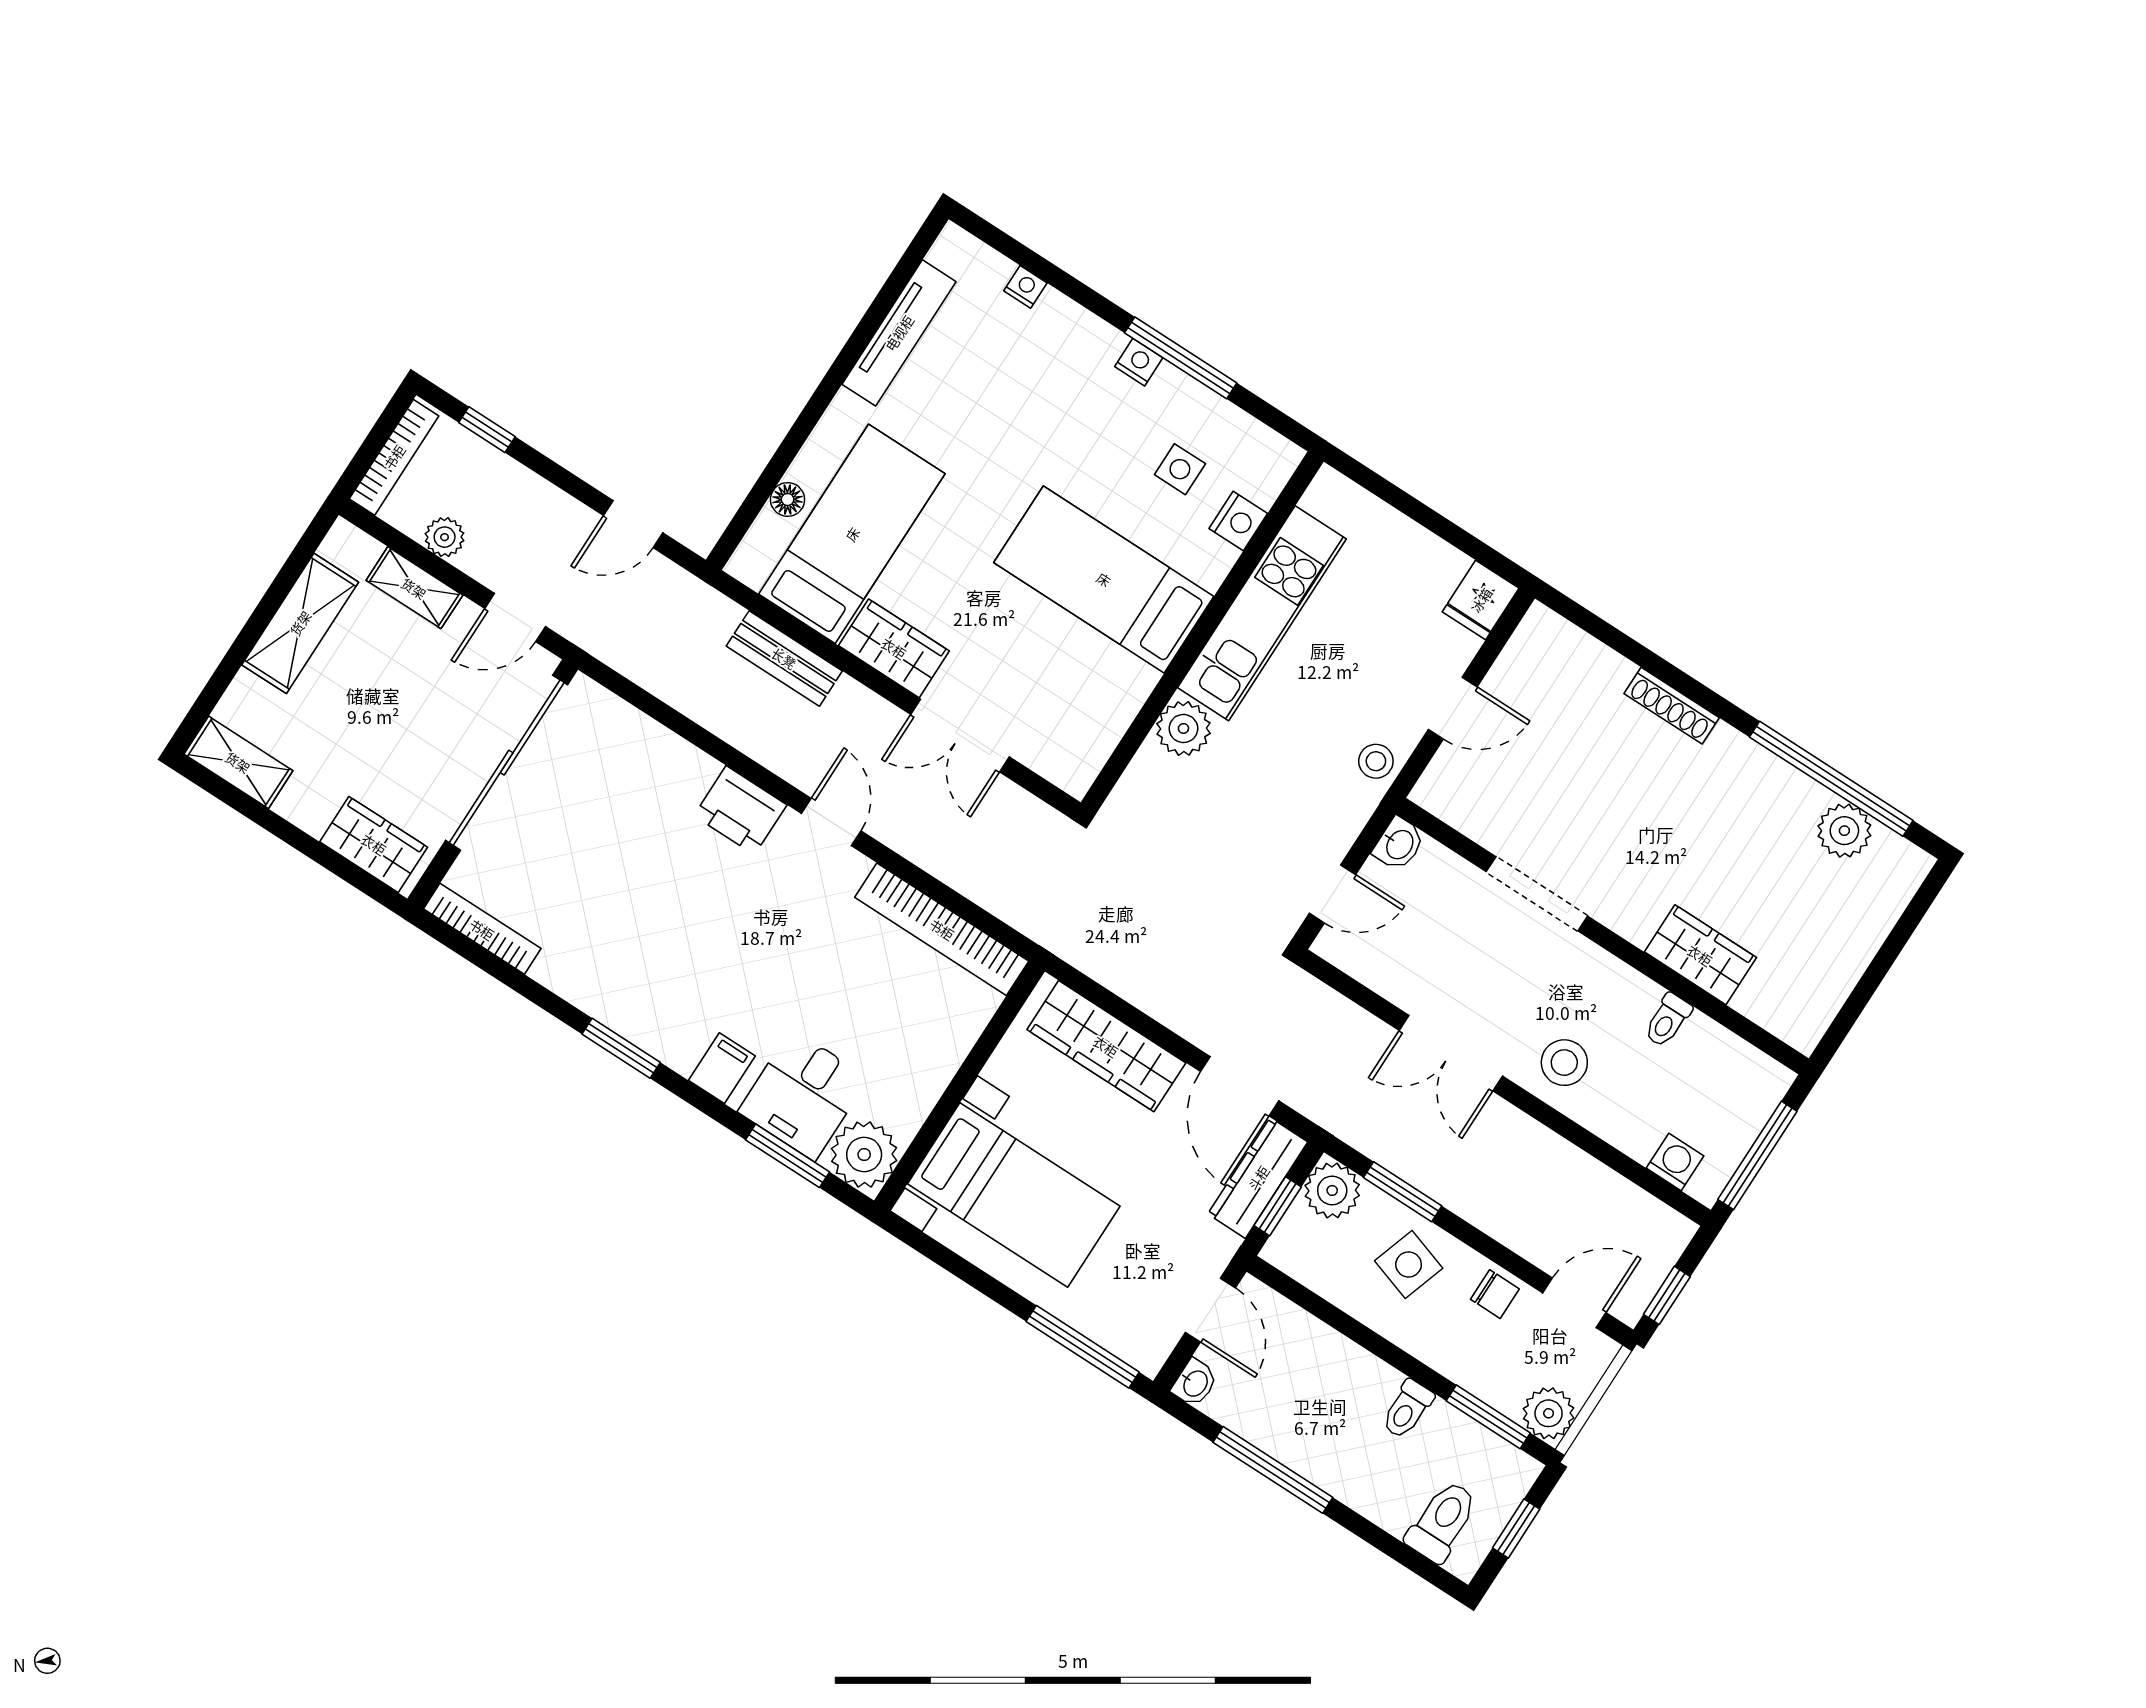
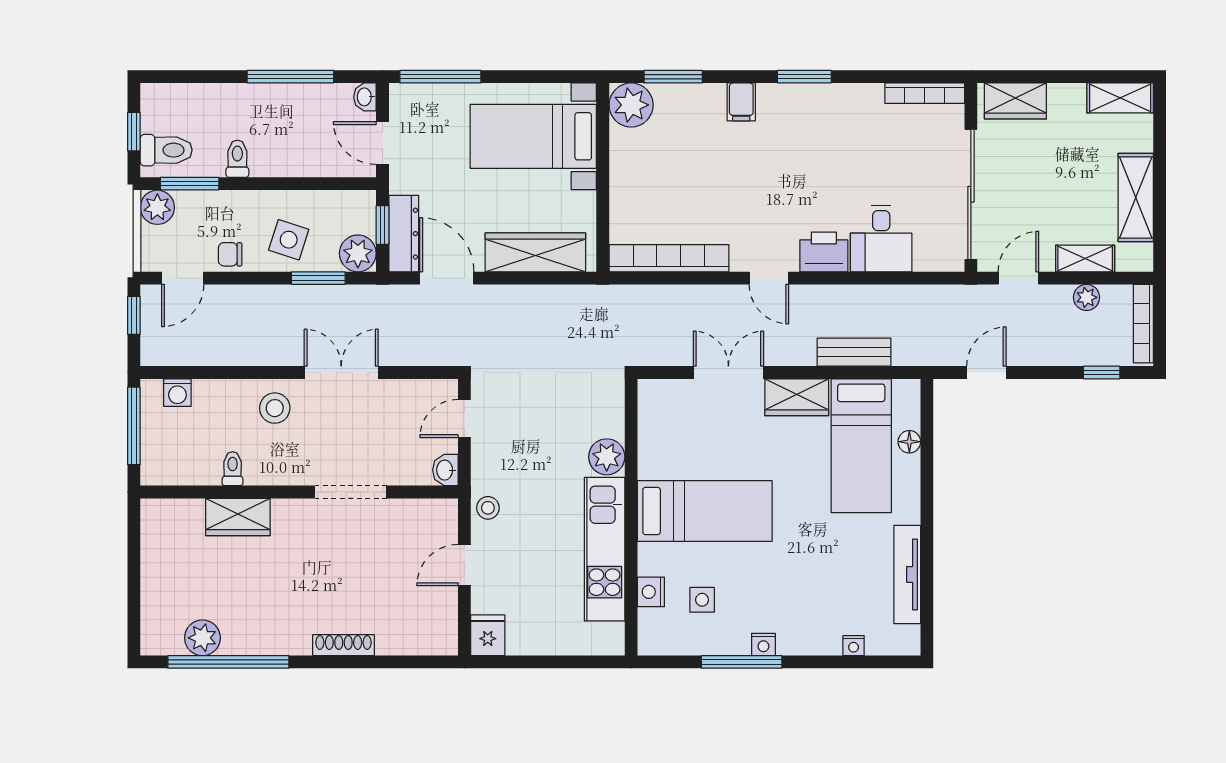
desk: (803, 1095) -> (881, 239), moved, turned 180
toilet: (1442, 1521) -> (166, 150), moved, turned -90

